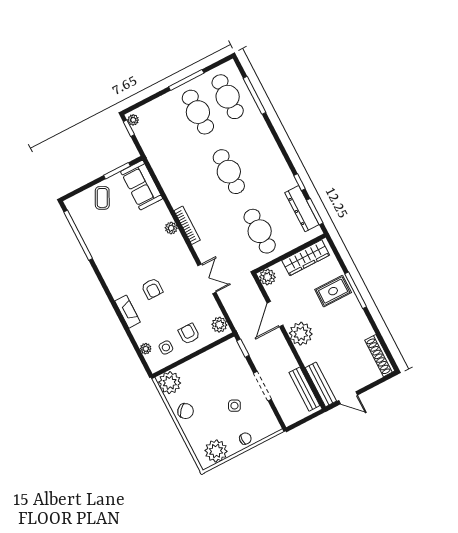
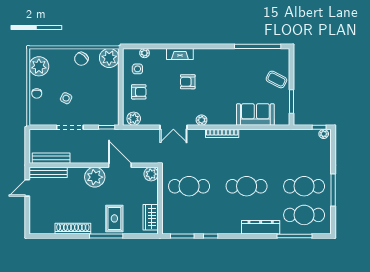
sofa: (142, 185) -> (255, 114), moved
dresser: (302, 209) -> (261, 227), moved
plant: (171, 228) -> (202, 120), moved
wardrobe: (306, 258) -> (151, 217), width x0.67
shoe rack: (380, 356) -> (73, 229), moved

